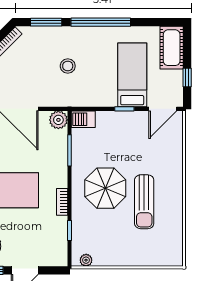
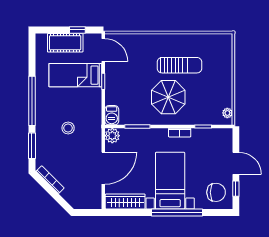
cot: (172, 48) -> (65, 43), moved

